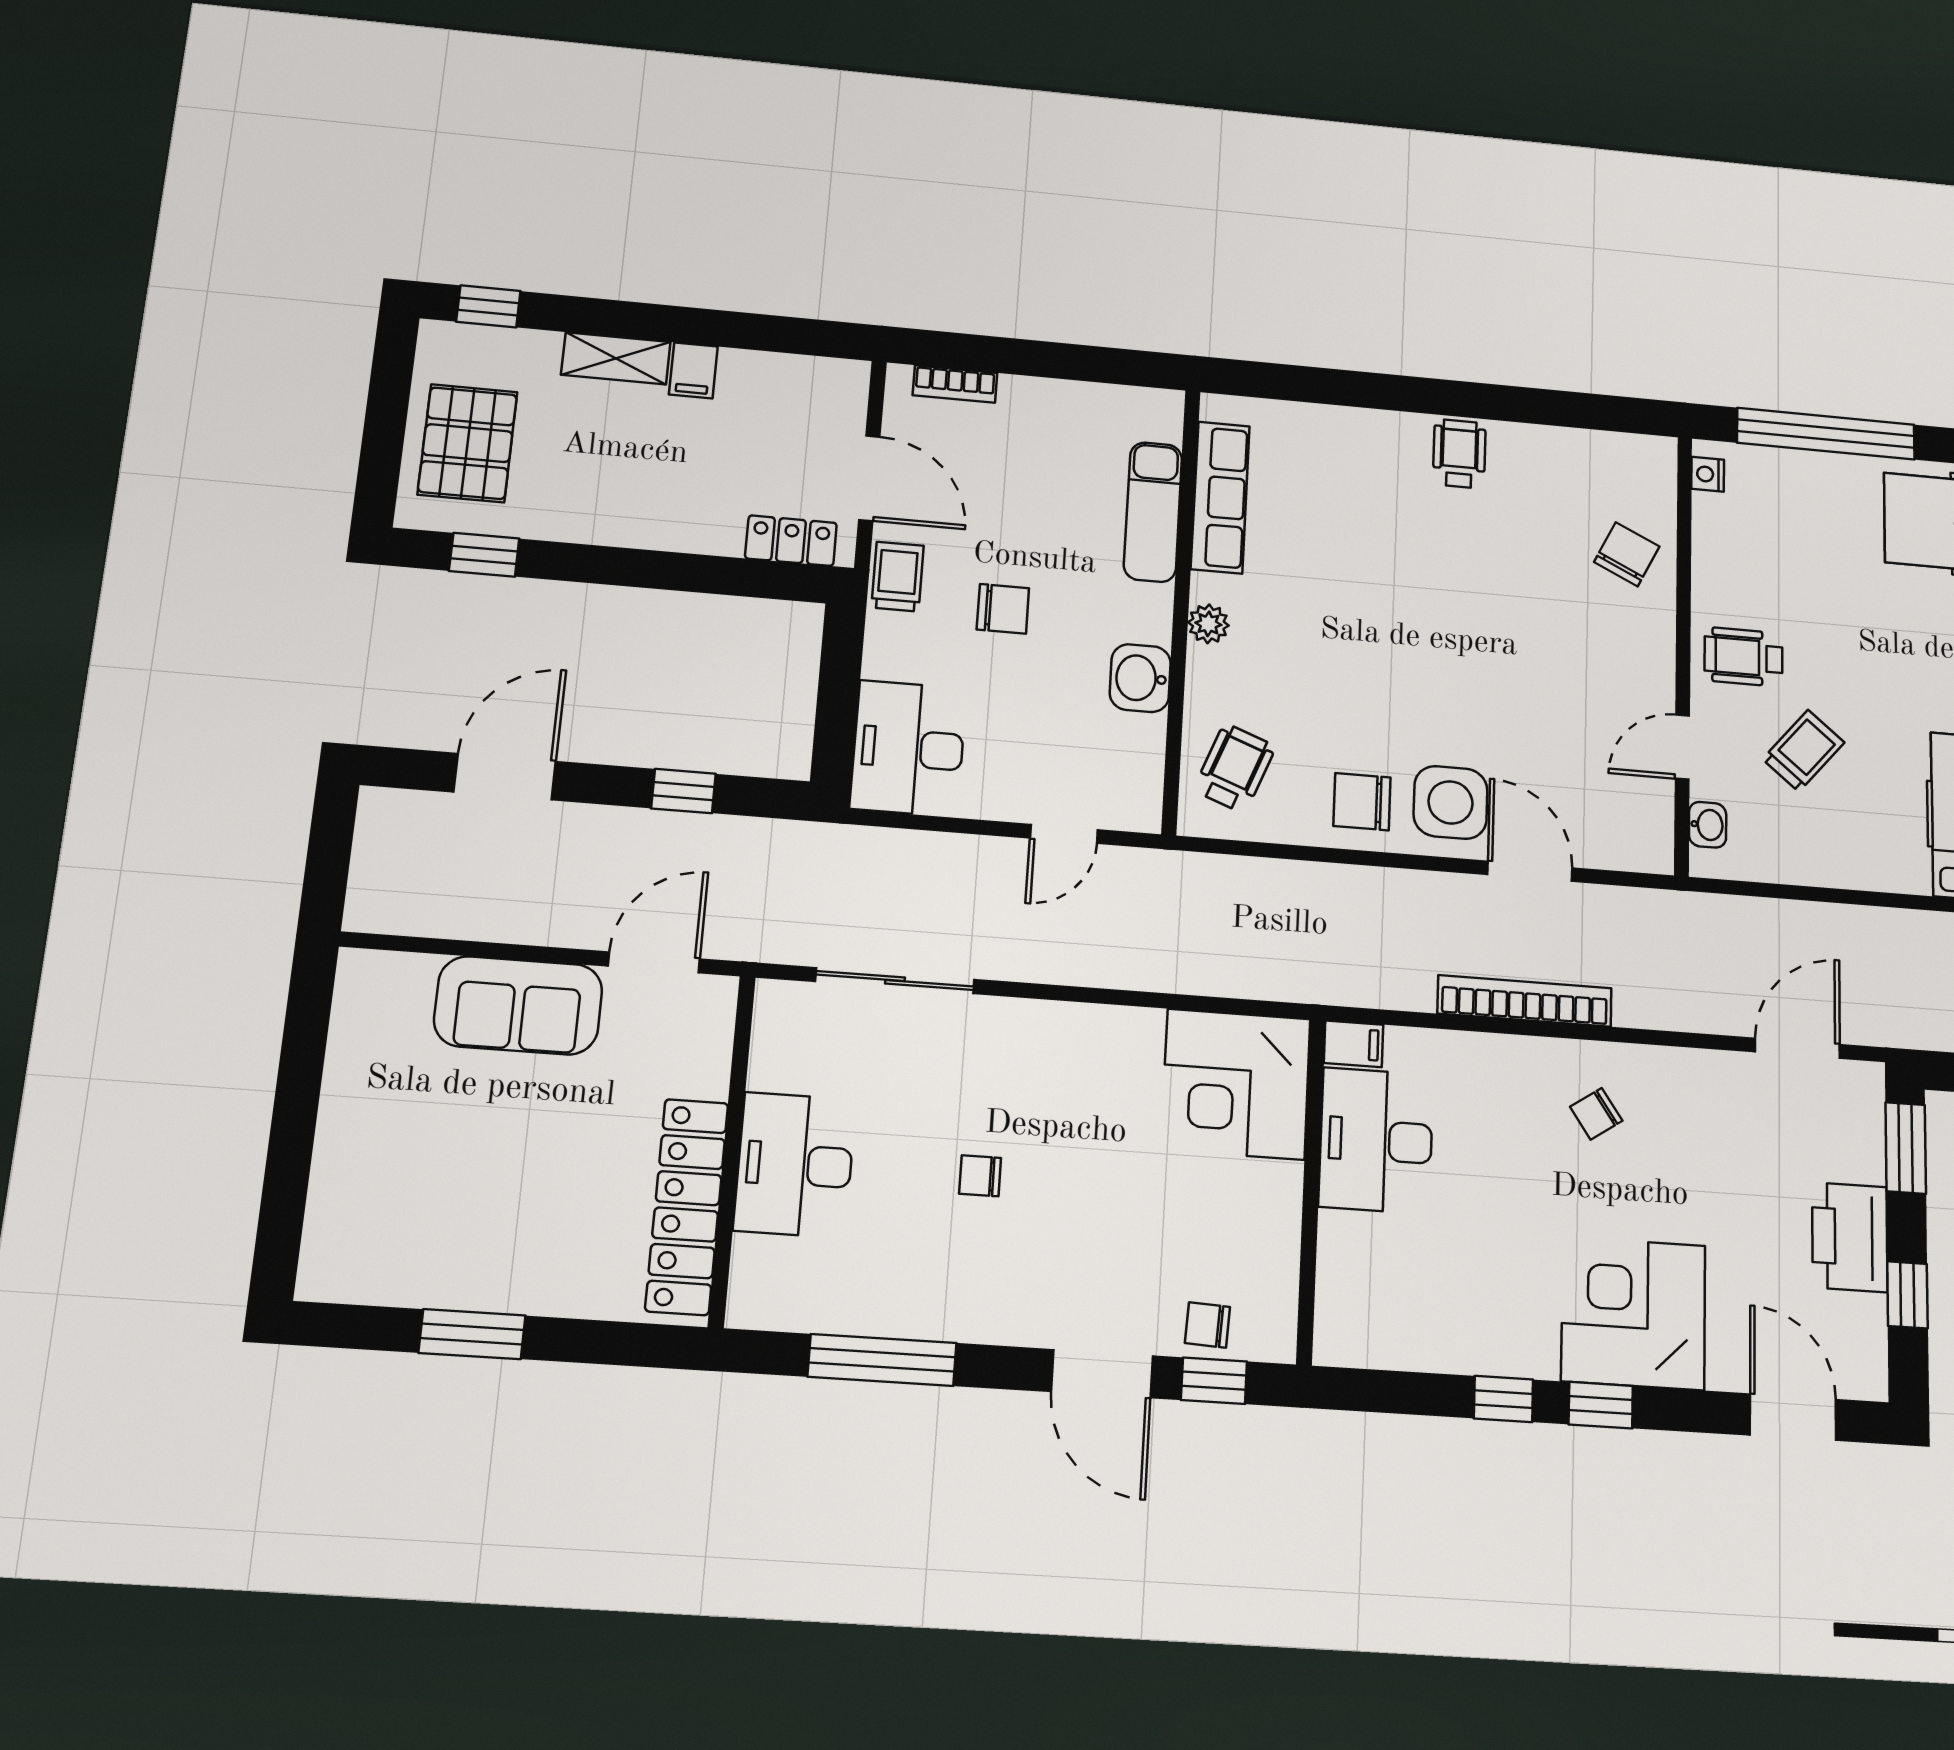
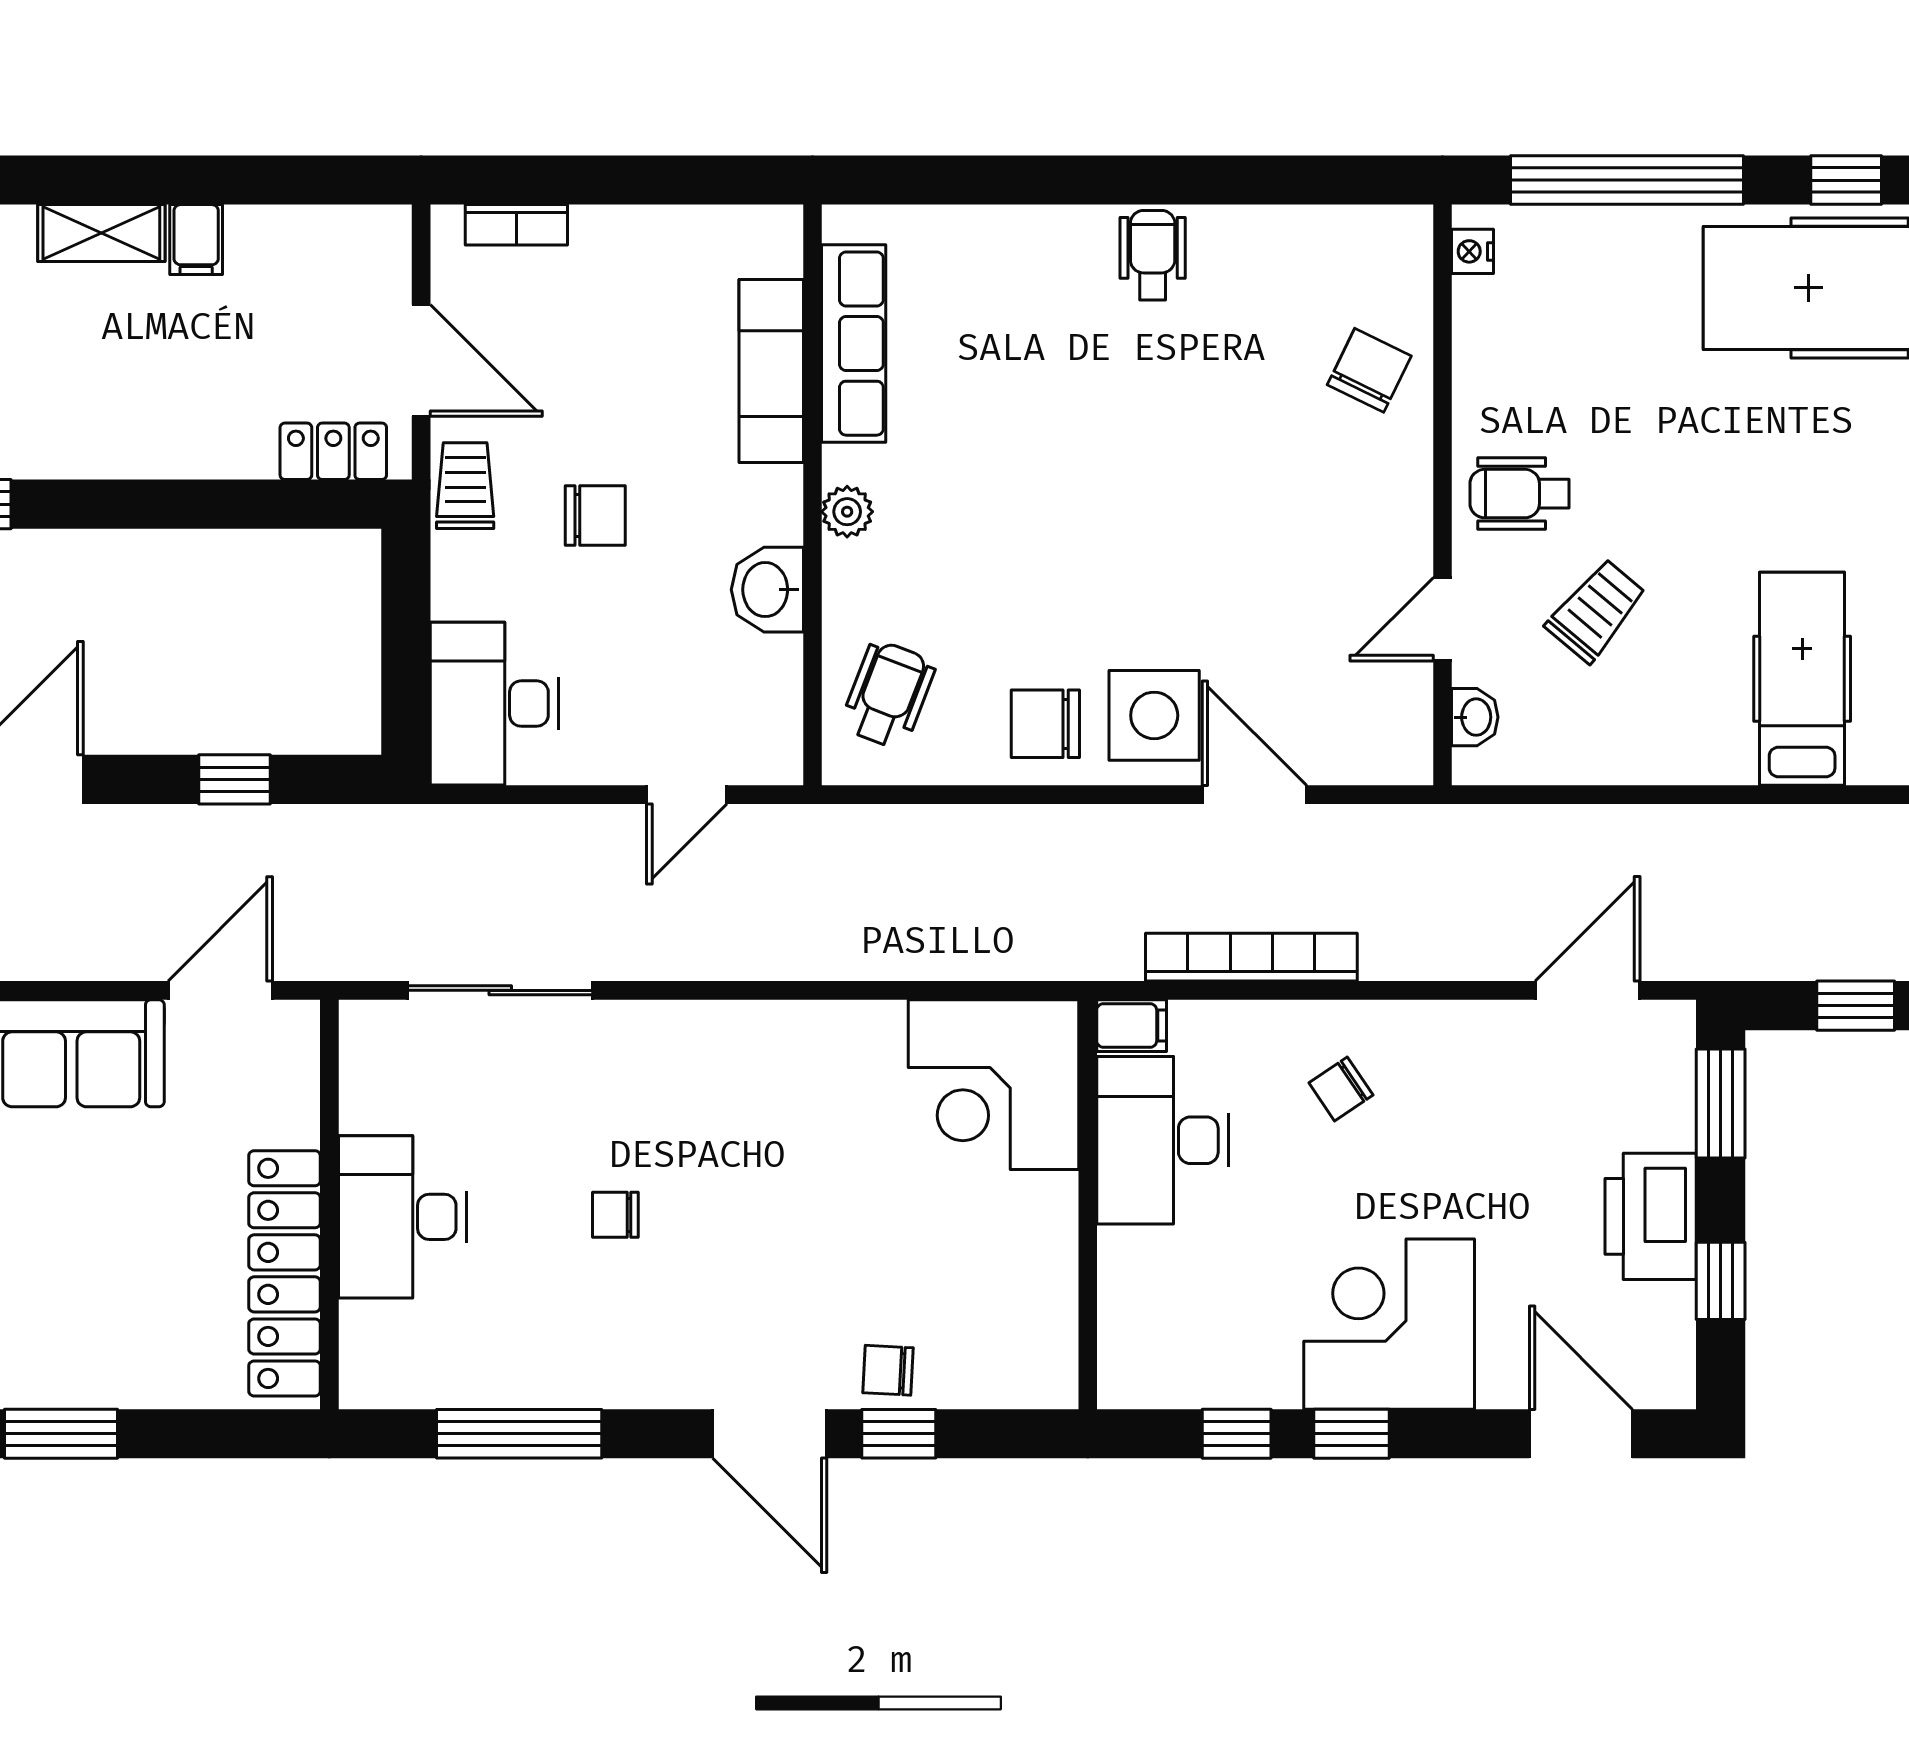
filing cabinet: (1354, 1044) -> (1132, 1026), moved
corner desk: (1236, 1084) -> (993, 1085), moved
desk: (1376, 1140) -> (1163, 1140), moved
wall: (1311, 1190) -> (1088, 1204), moved

